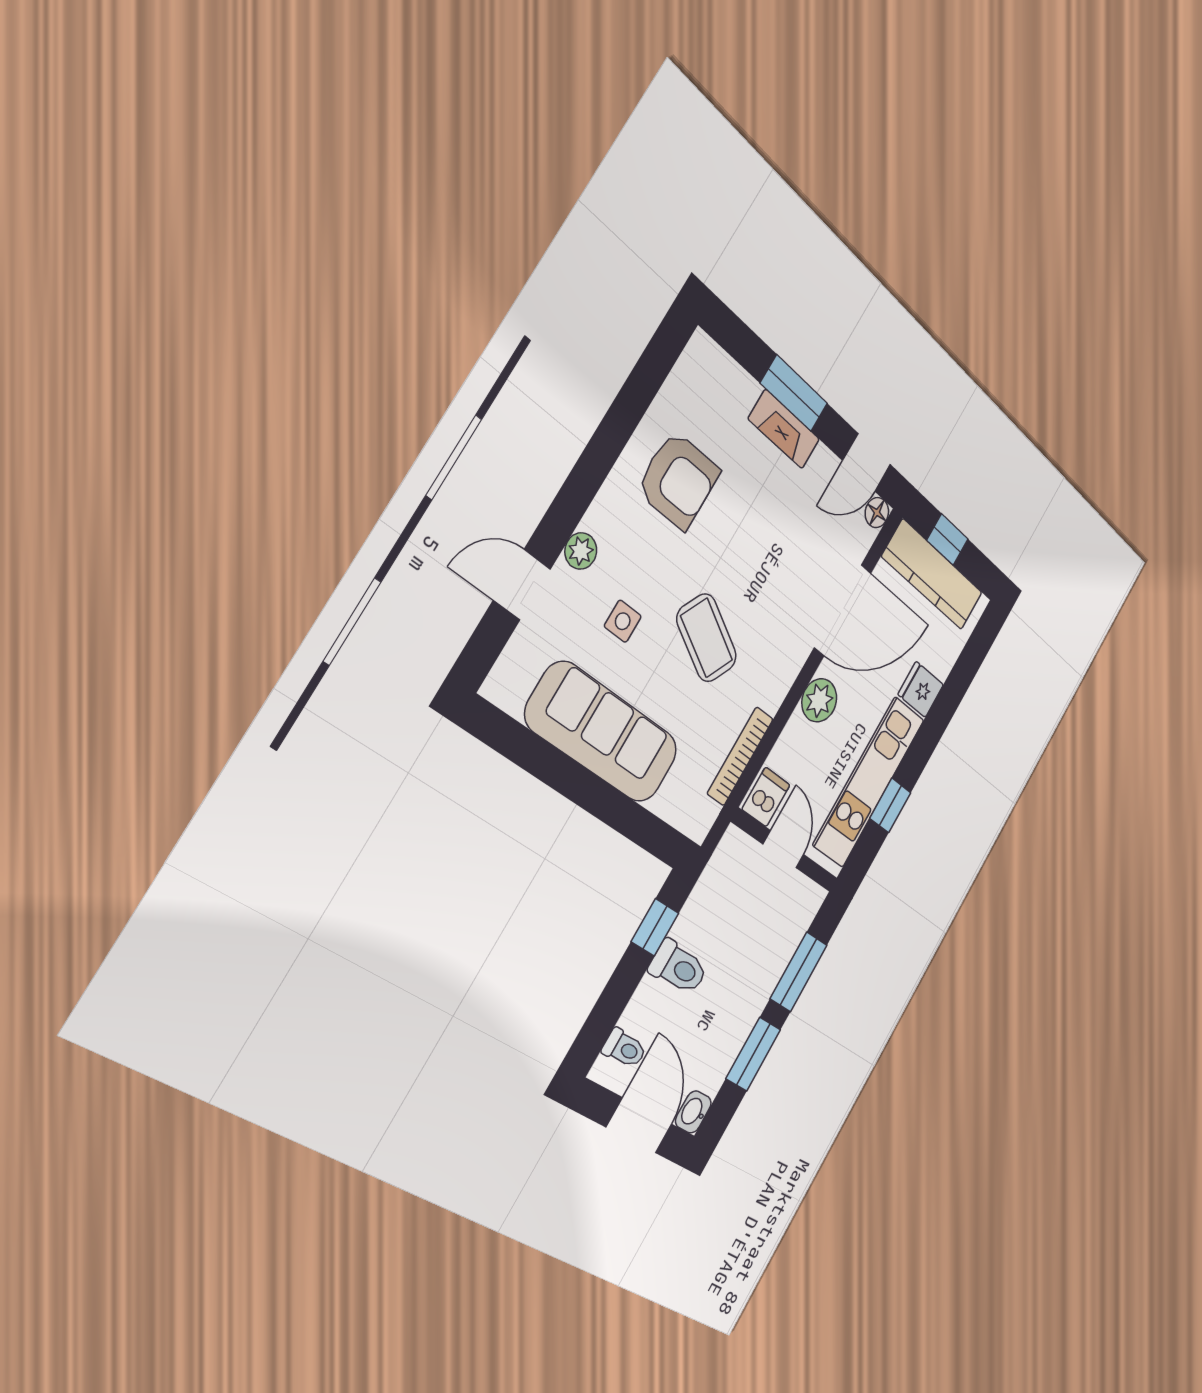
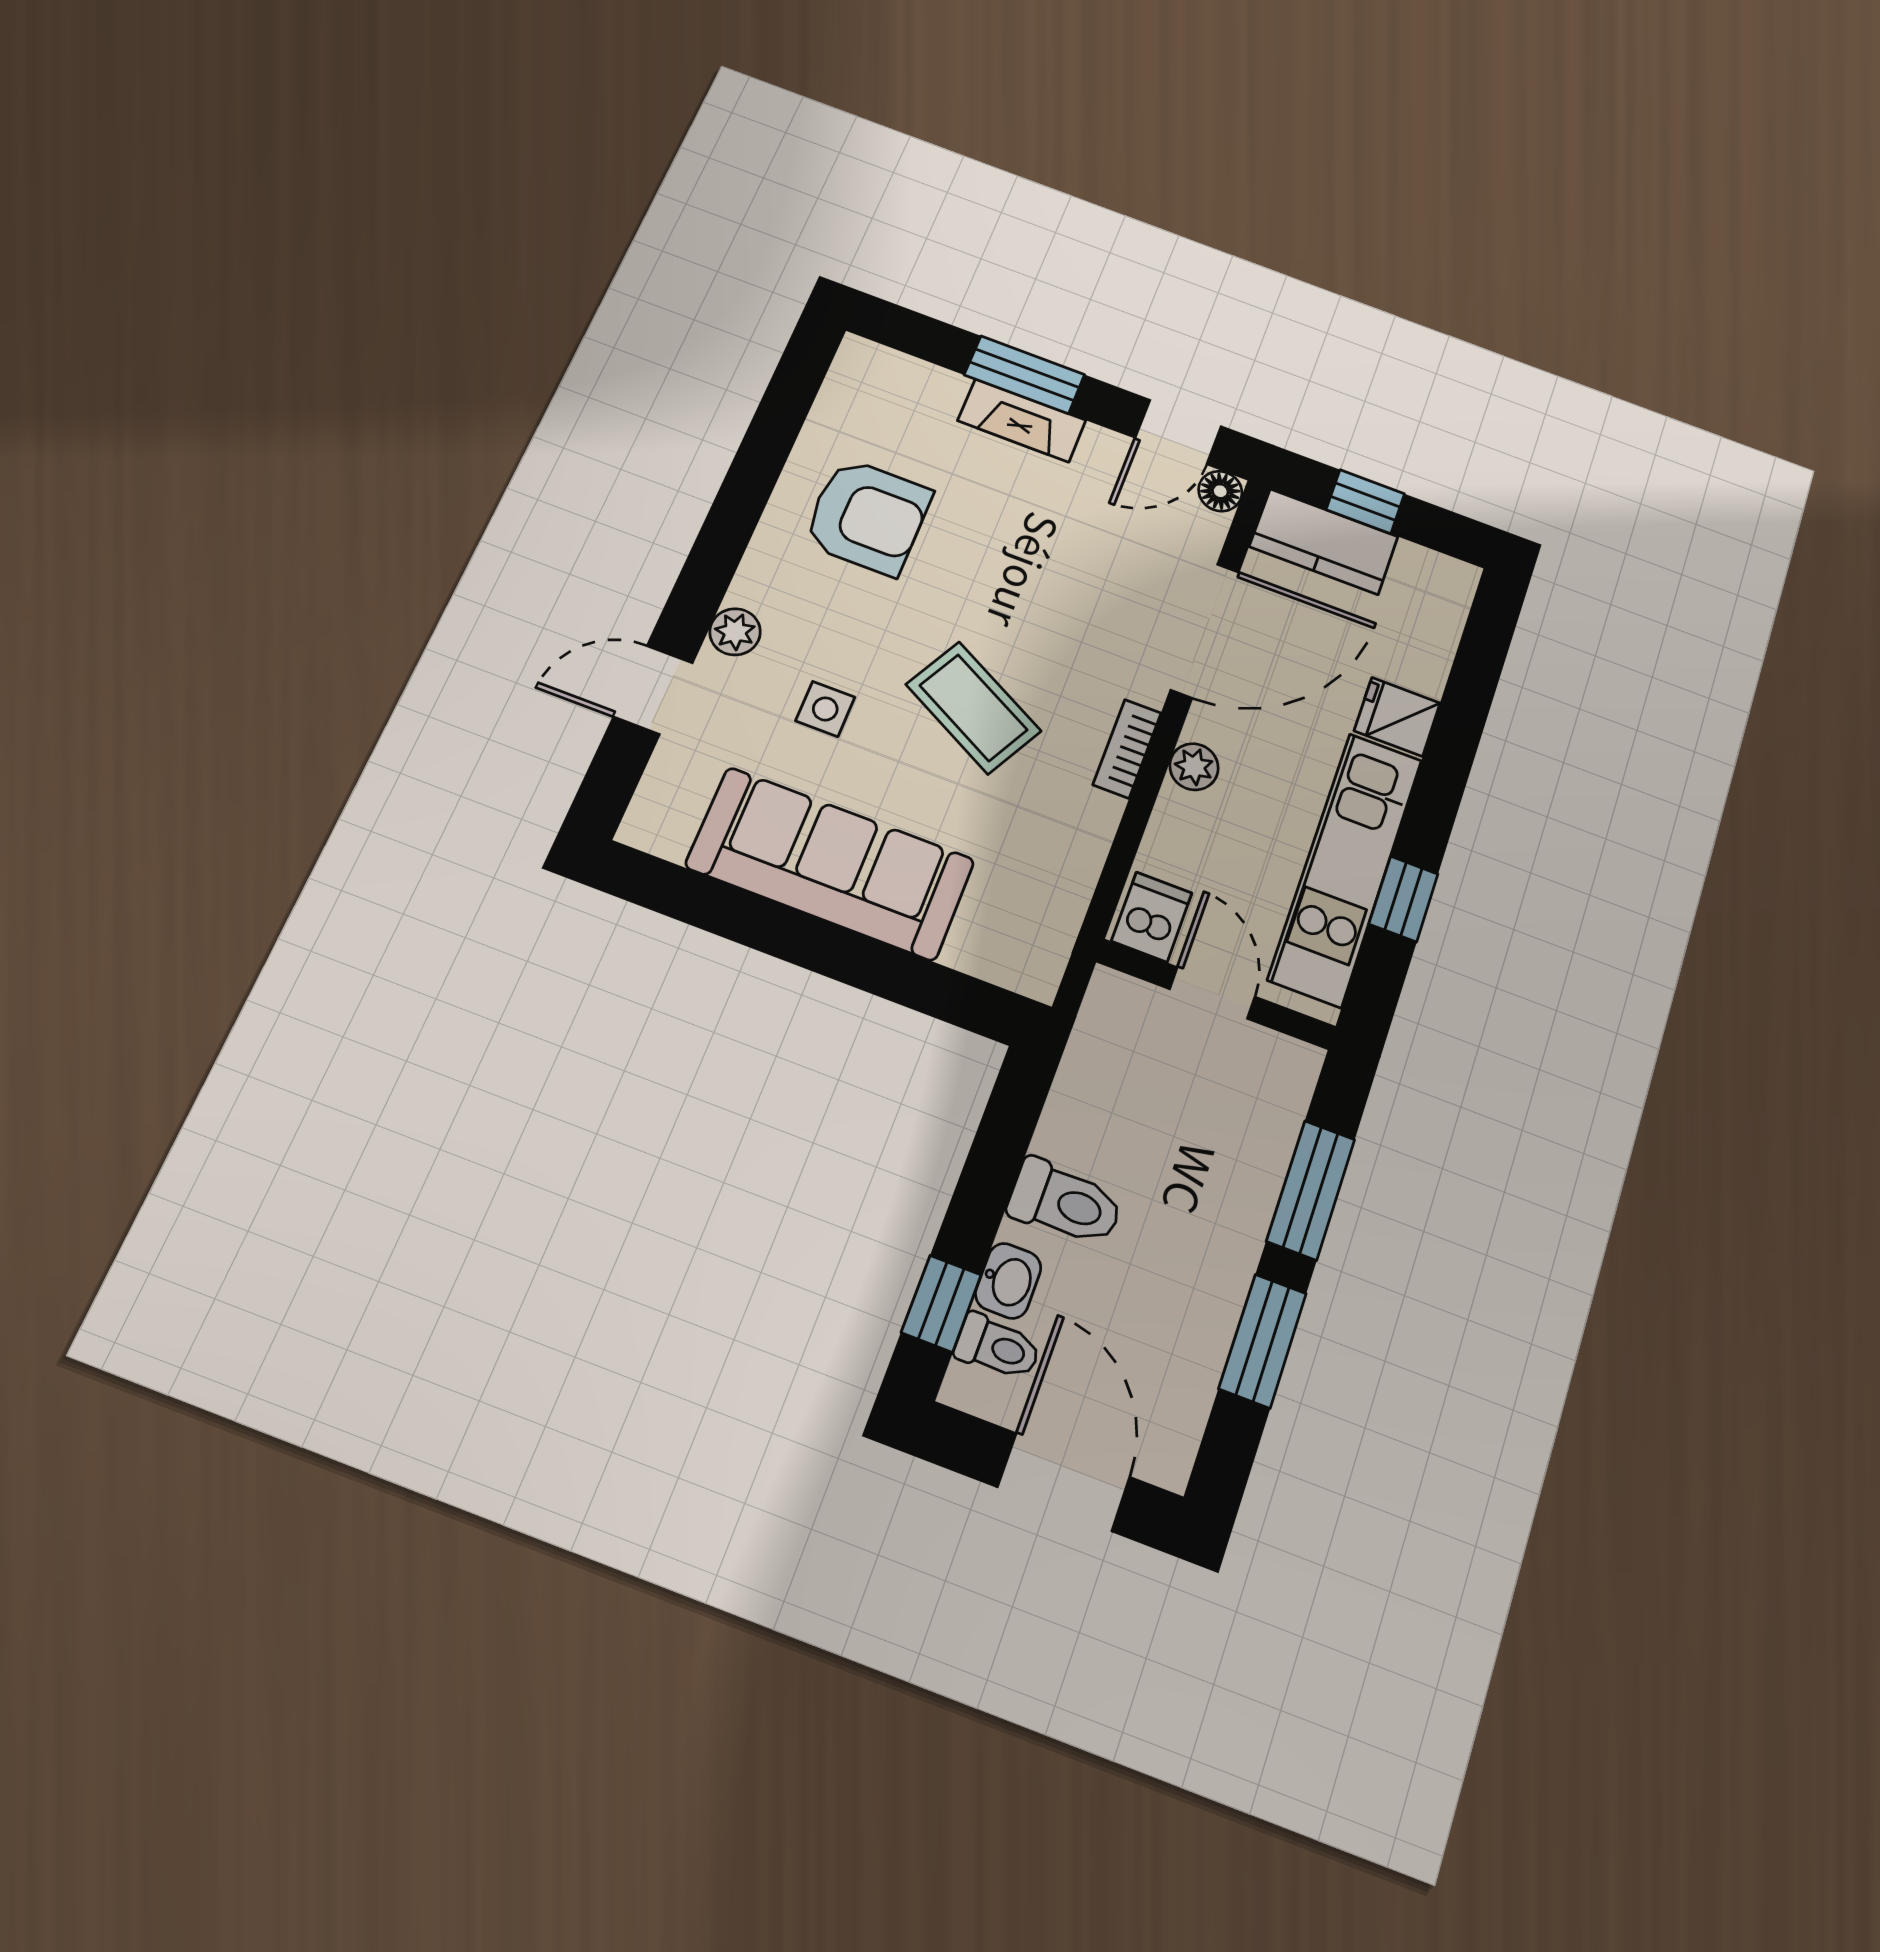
kitchen counter: (933, 575) -> (1324, 542), width x0.67
plant: (819, 700) -> (1194, 767), width x0.73, depth x0.73
bookcase: (740, 756) -> (1127, 749), moved, width x0.64
window: (655, 927) -> (941, 1304), moved
washbasin: (693, 1112) -> (1008, 1281), moved, turned 180

